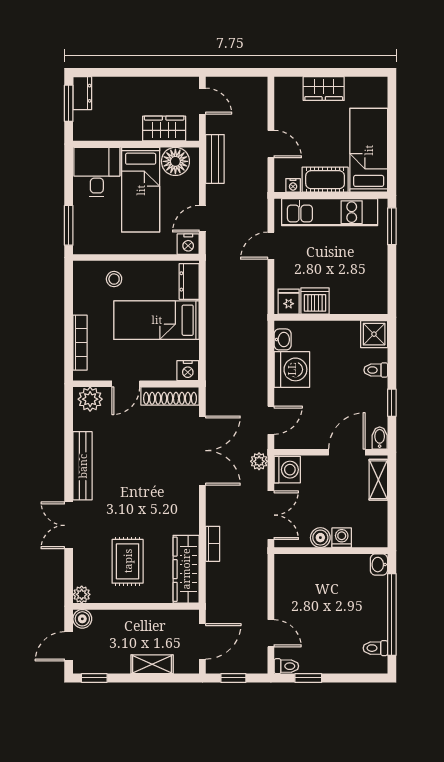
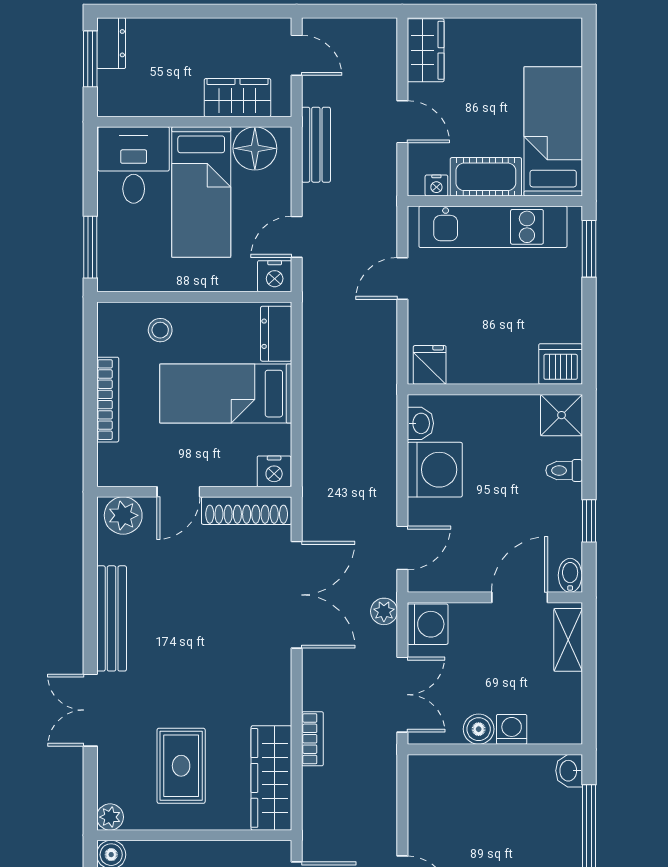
wardrobe: (324, 89) -> (426, 50), moved, turned -90
dishwasher: (315, 301) -> (561, 364), moved
bookcase: (80, 343) -> (108, 400), moved

